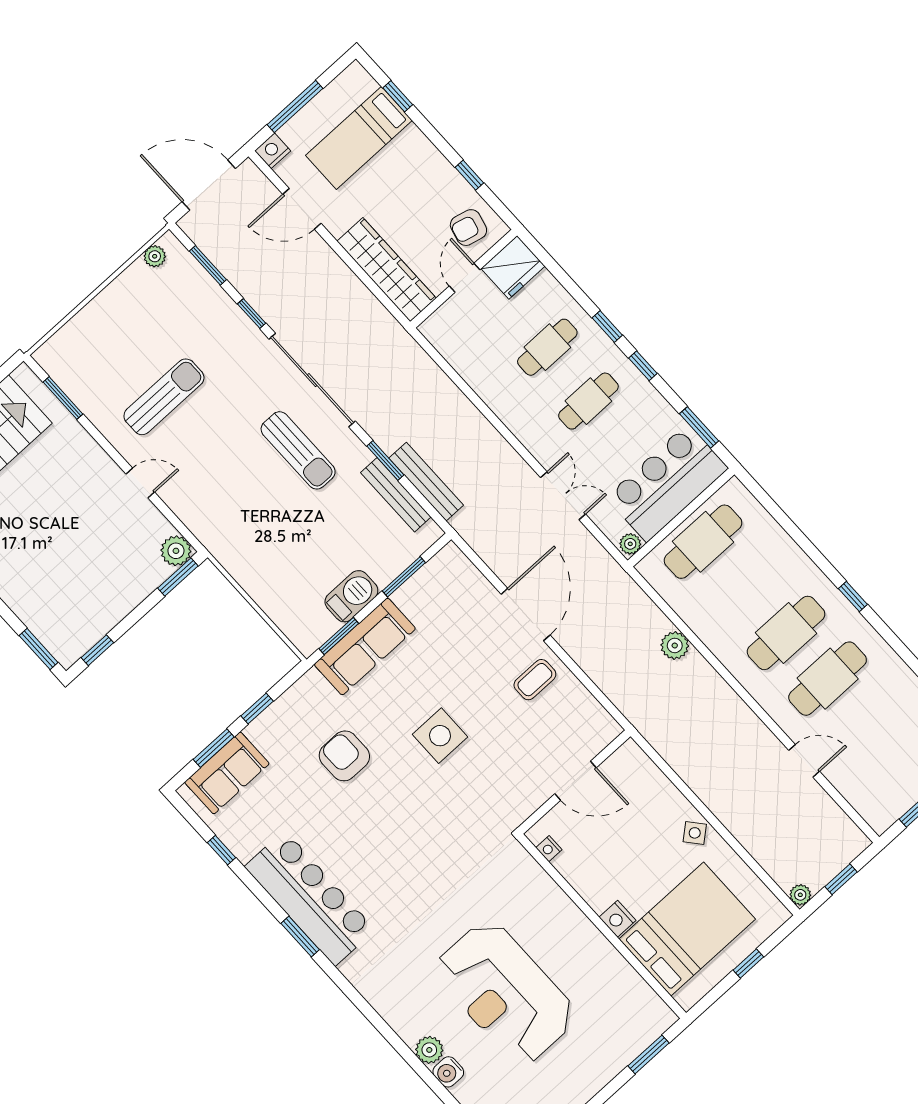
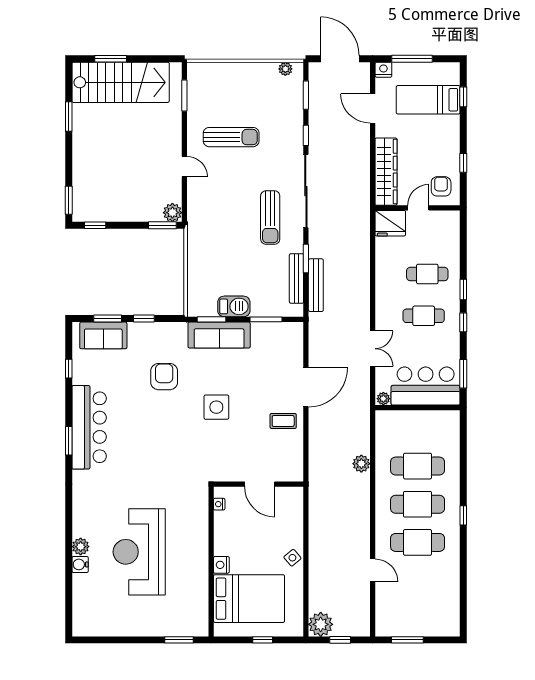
armchair: (468, 228) -> (441, 186), turned 76
fridge: (513, 267) -> (390, 223), moved
cafe table: (703, 542) -> (418, 466), moved
plant: (800, 895) -> (321, 624), width x1.87, depth x1.87

